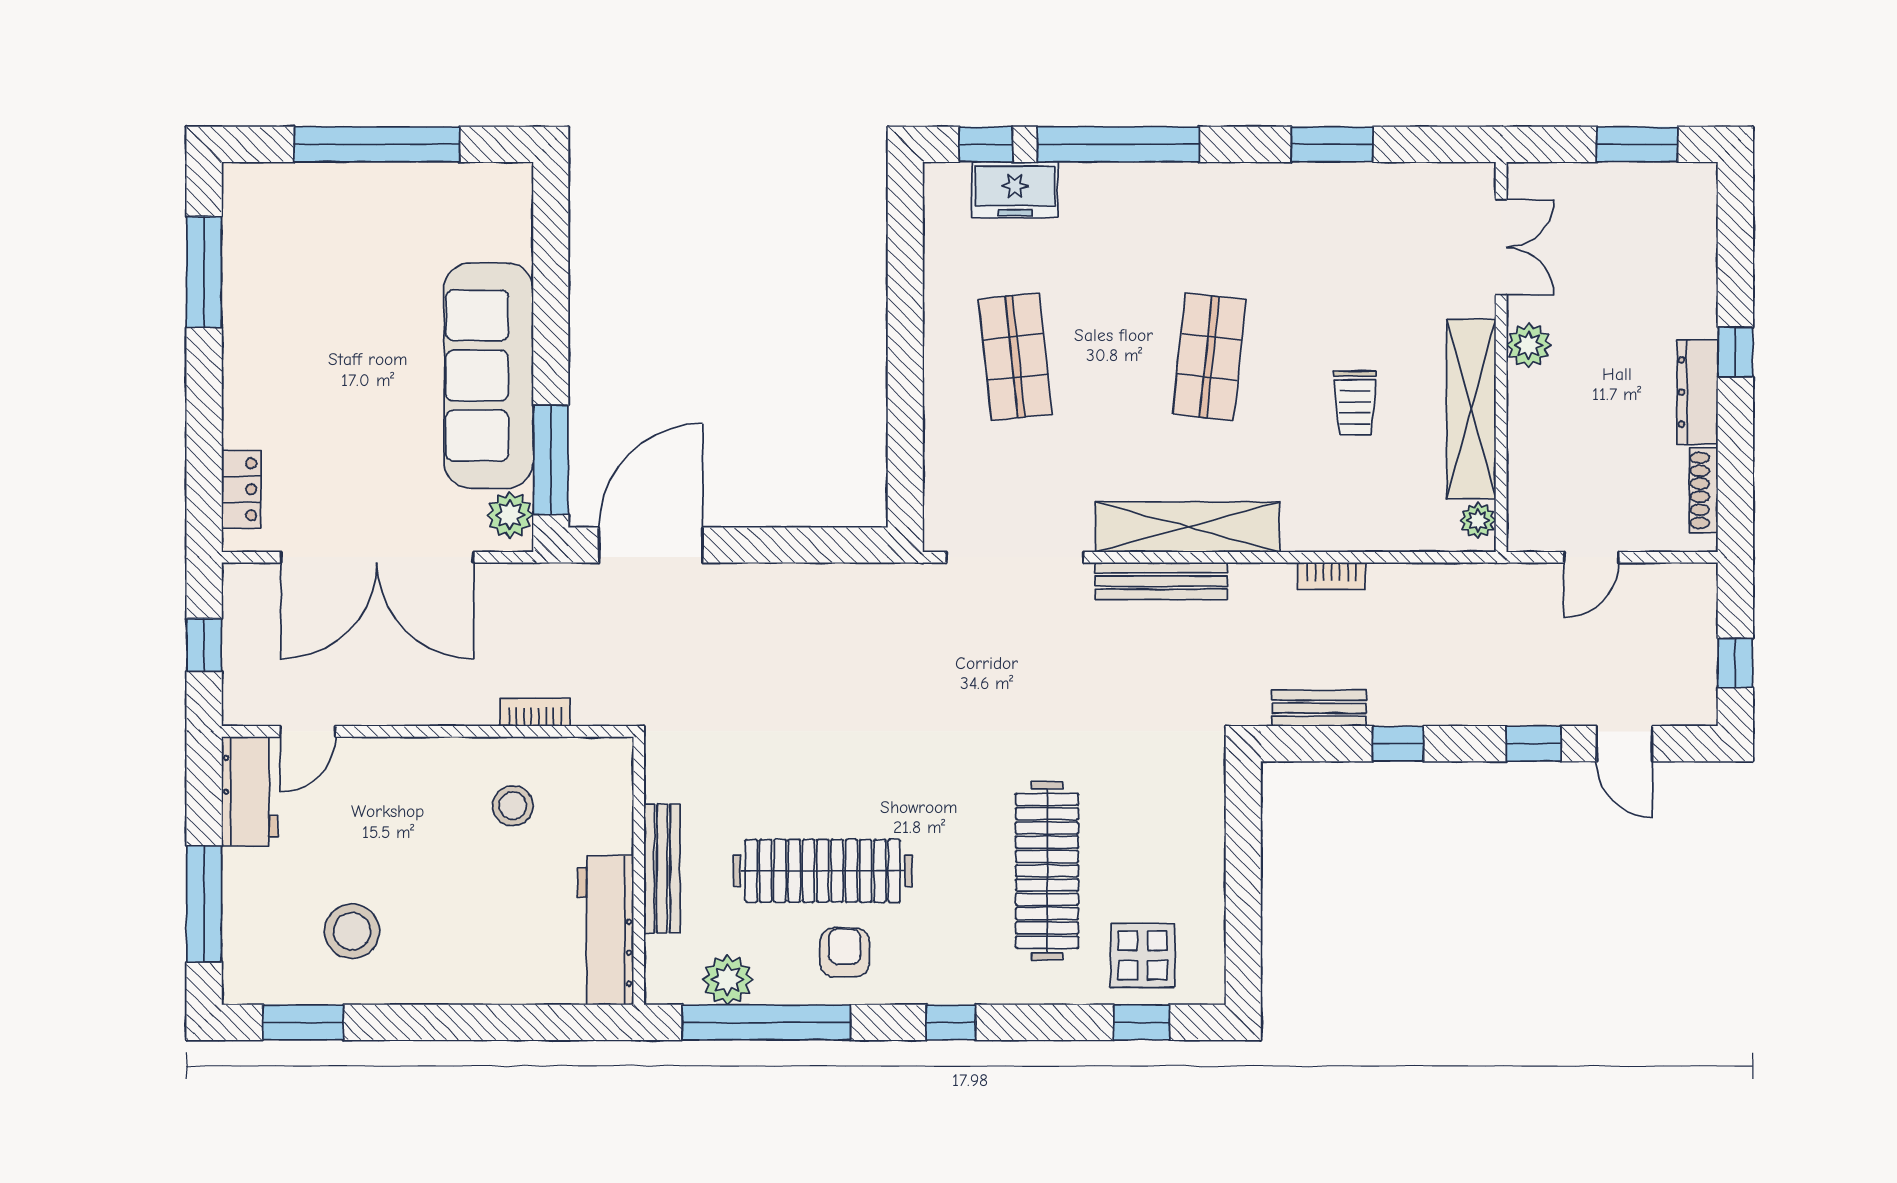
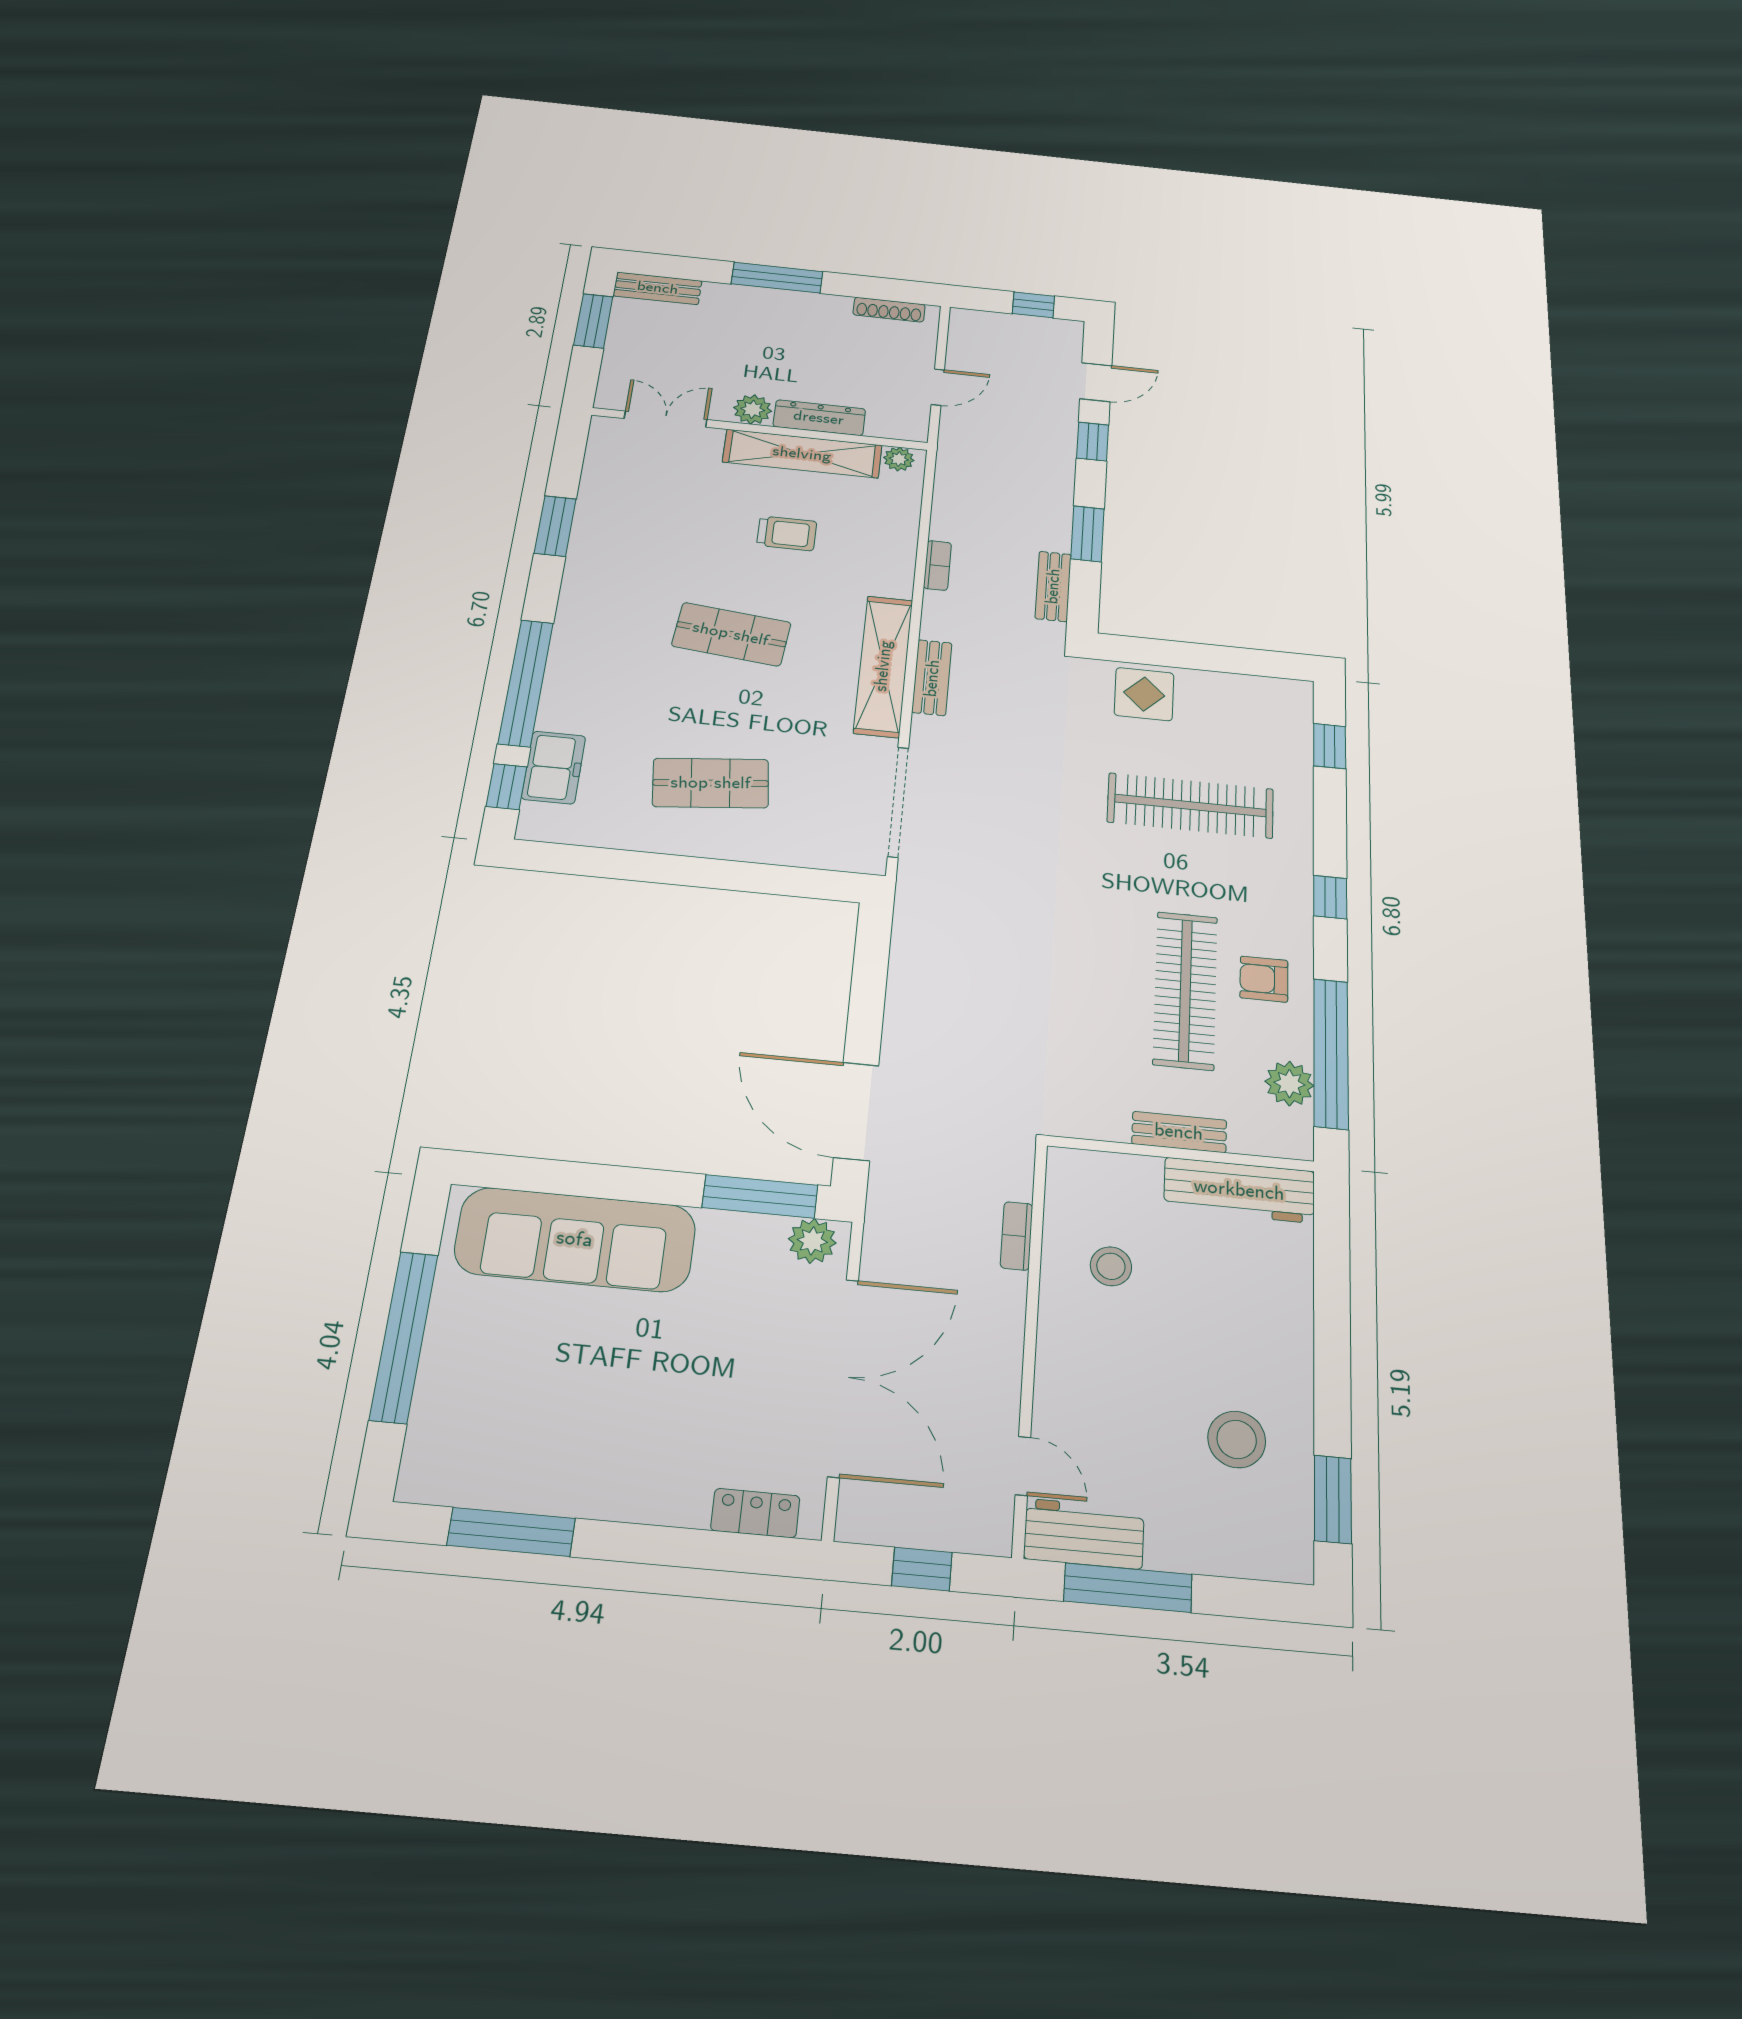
bench: (1699, 213) -> (658, 288), added
window: (1735, 352) -> (777, 278), width x2.17
sofa: (489, 376) -> (575, 1239), moved
dresser: (1697, 392) -> (819, 418), moved, turned 180
door: (1591, 557) -> (938, 387), hinge flipped
bench: (1161, 581) -> (932, 678), width x0.73
window: (1398, 744) -> (1087, 534), width x1.50
bench: (662, 869) -> (1179, 1132), width x0.73
window: (204, 904) -> (1128, 1588), moved
display table: (1143, 955) -> (1144, 694), moved

